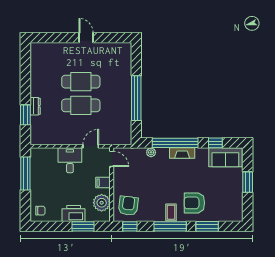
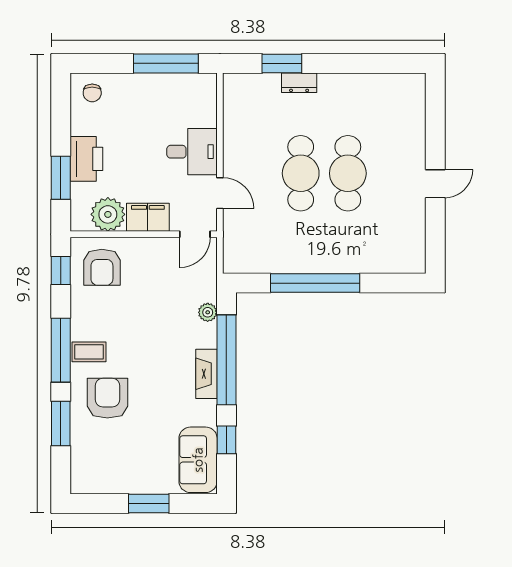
filing cabinet: (103, 183) -> (148, 217), width x2.00
armchair: (128, 206) -> (102, 267), turned 83

